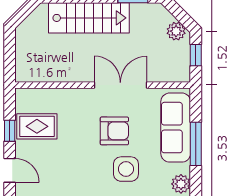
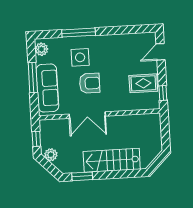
window: (10, 131) -> (163, 93), moved
armchair: (114, 131) -> (90, 83), turned 180
door: (10, 170) -> (161, 52), hinge flipped

